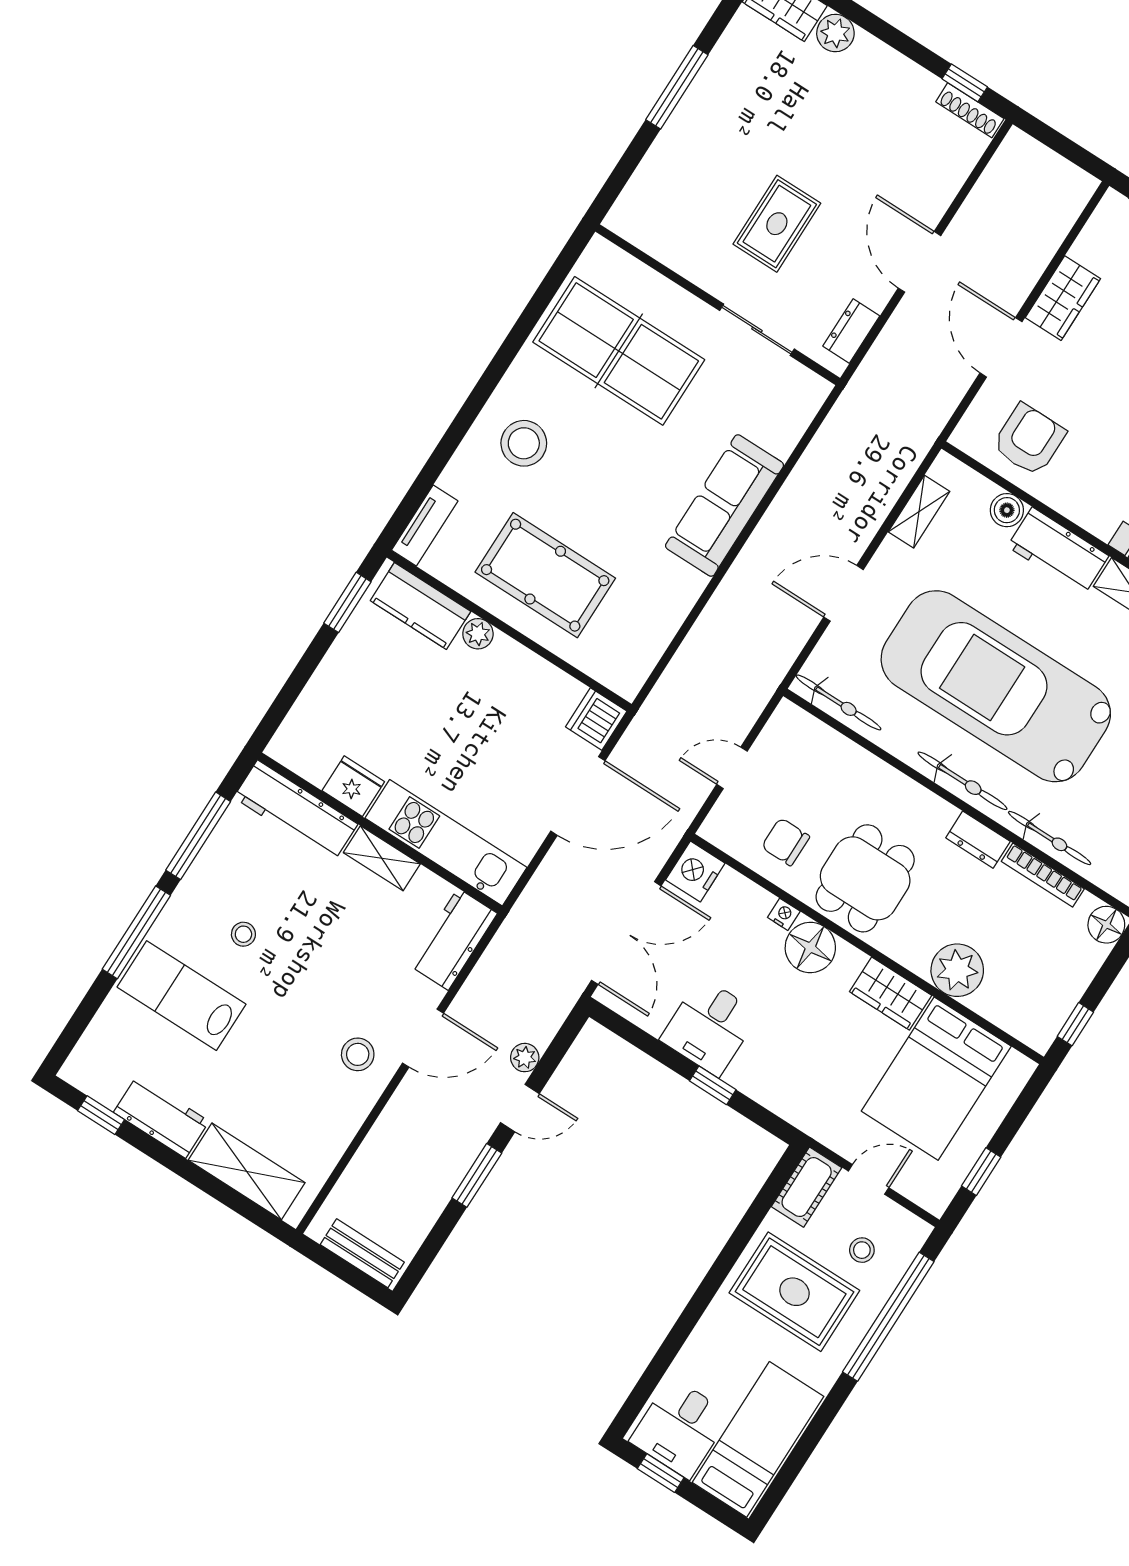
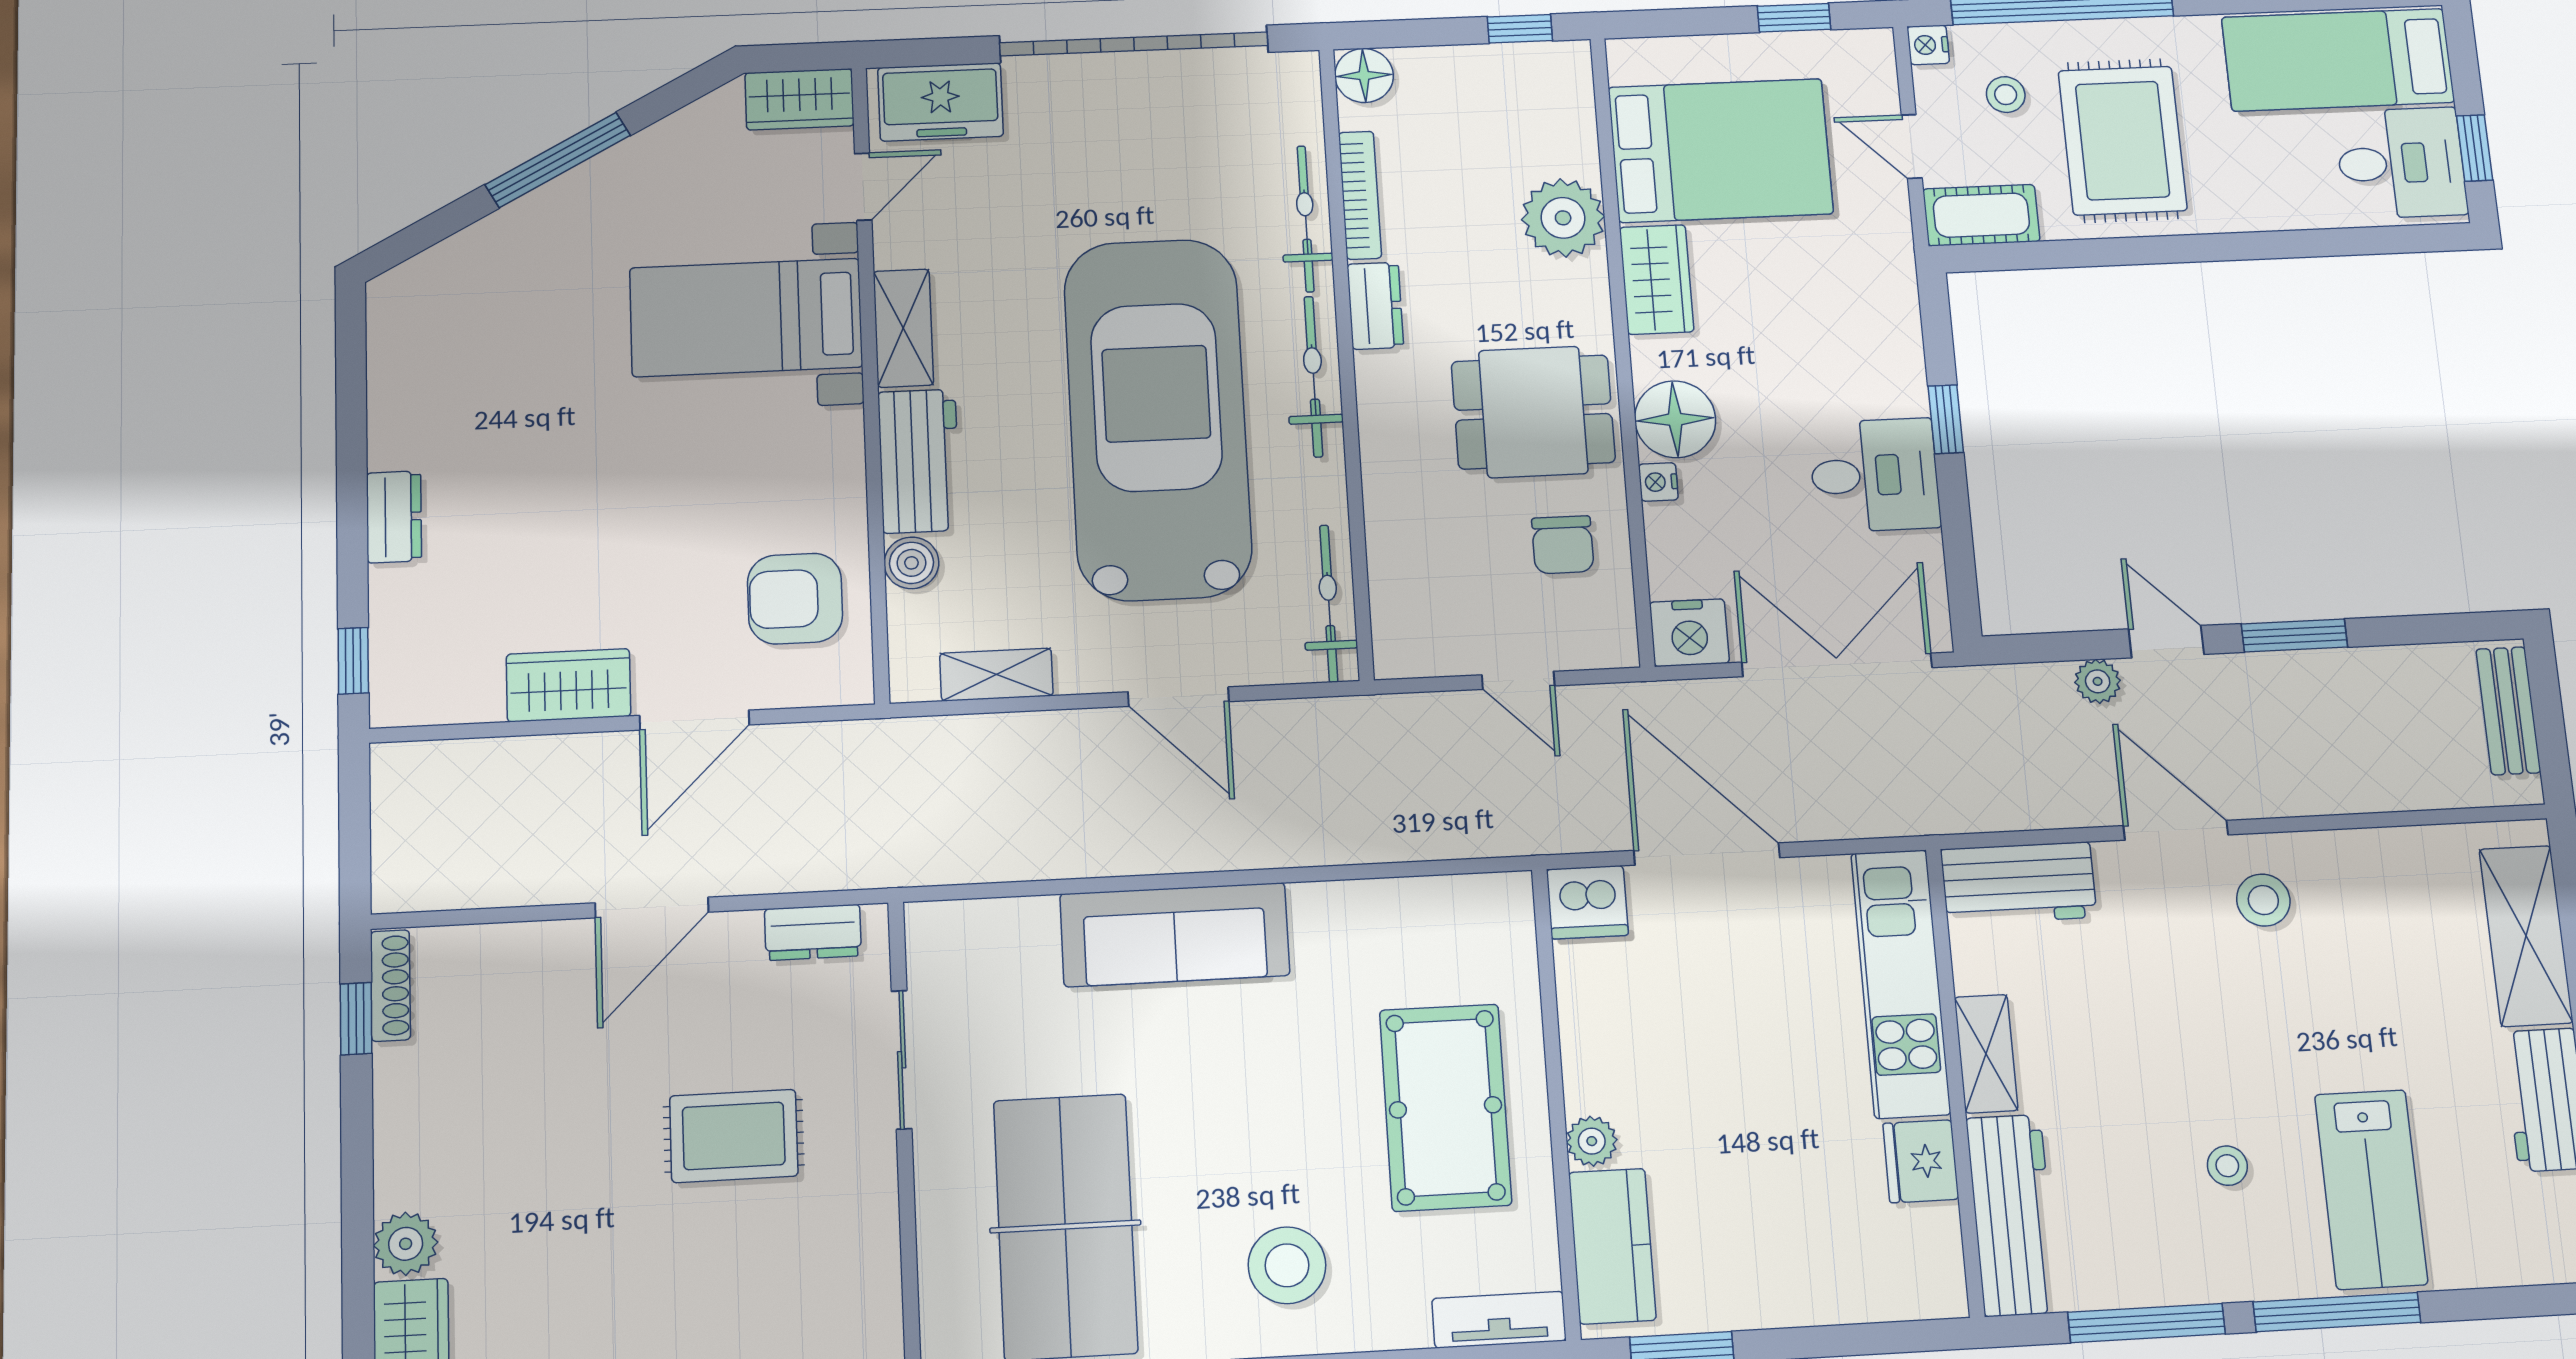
car: (996, 686) -> (1158, 419), turned 180
nightstand: (917, 1230) -> (1928, 45), added

